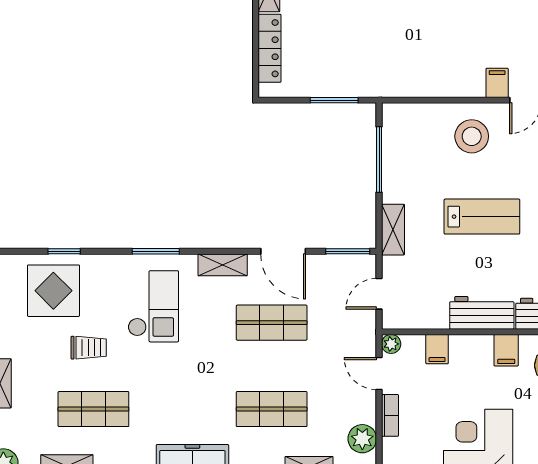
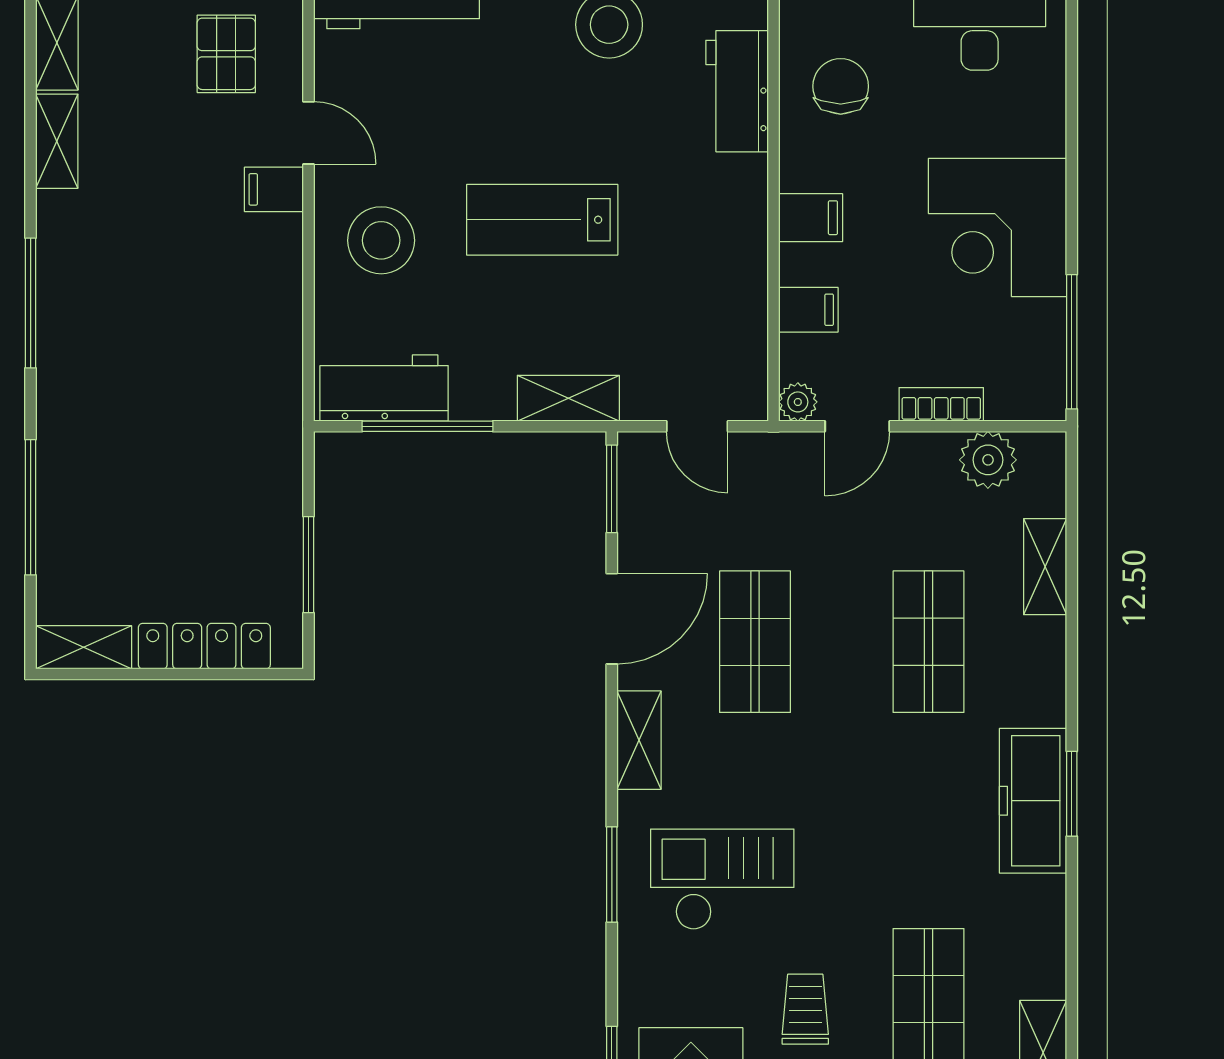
window: (334, 100) -> (309, 565), moved
lab bench: (482, 217) -> (542, 220), turned -90
workbench: (482, 313) -> (384, 388), moved, turned 90
filing cabinet: (506, 350) -> (811, 218), moved

